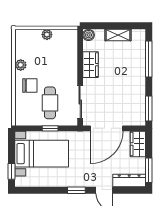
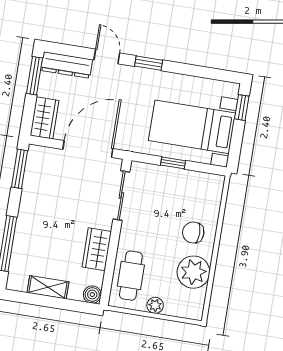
plant: (21, 65) -> (193, 272), width x1.87, depth x1.87
cafe table: (50, 103) -> (131, 276), moved

